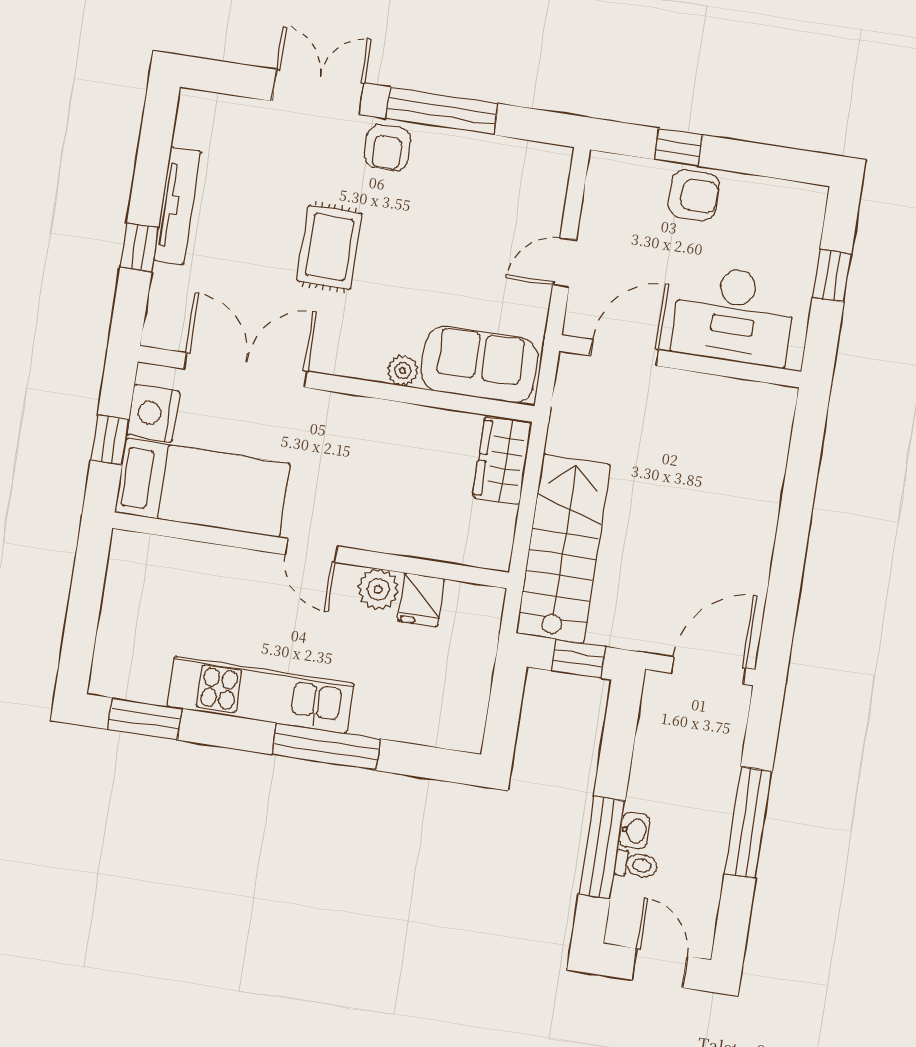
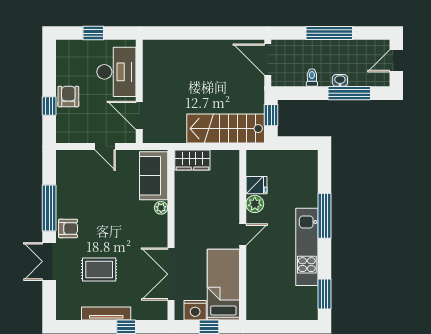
rug: (329, 247) -> (99, 270), moved
toilet: (636, 865) -> (312, 78), moved

